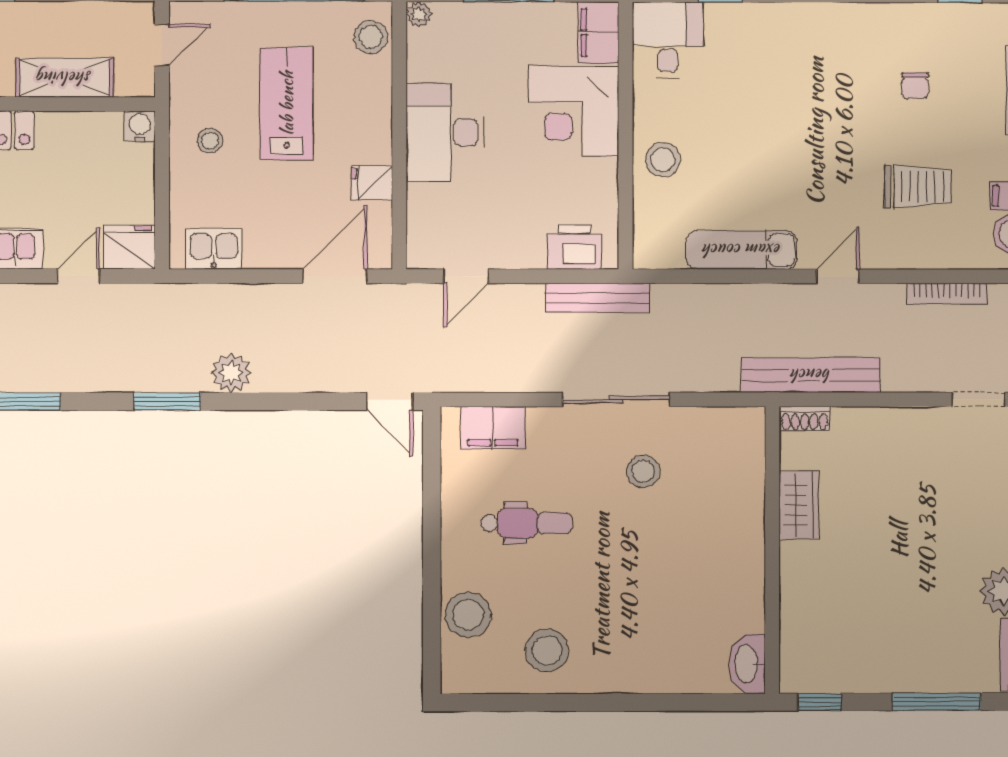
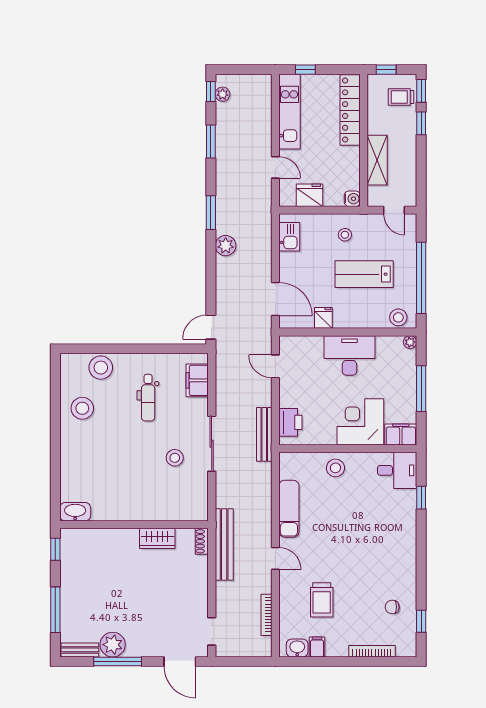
chair: (915, 86) -> (392, 607), moved
lab bench: (287, 103) -> (364, 274), turned 180
fridge: (130, 247) -> (309, 195), moved, turned -90

